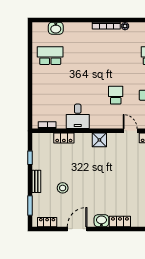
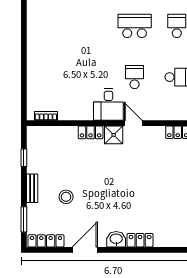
school desk: (50, 56) -> (135, 26), moved
desk: (78, 116) -> (108, 104), moved
door: (130, 131) -> (133, 123), moved
locker: (64, 138) -> (91, 132), moved
locker: (47, 222) -> (46, 241), width x1.53

